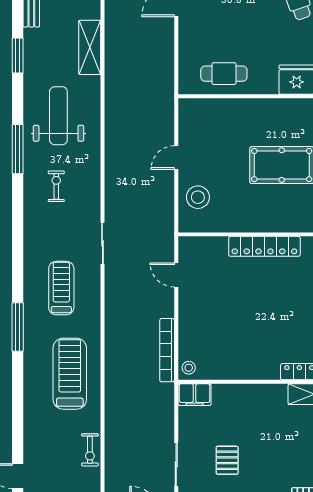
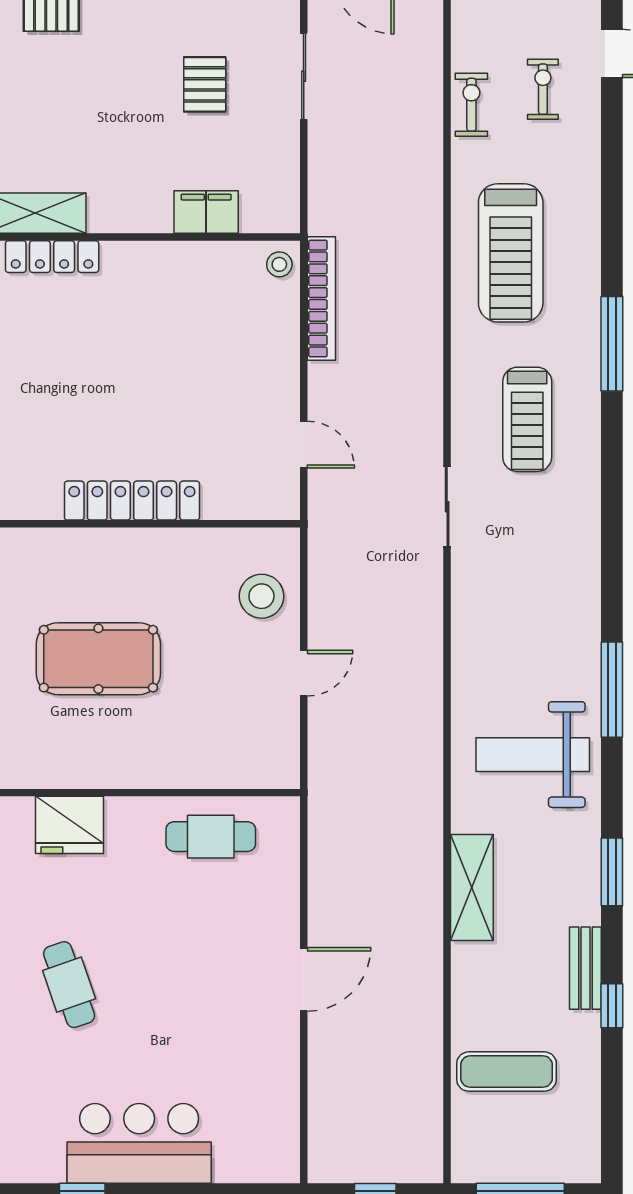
weight bench: (58, 116) -> (533, 755), turned 90
exercise bike: (56, 186) -> (543, 89), moved, turned 180
filing cabinet: (195, 395) -> (206, 212), moved

